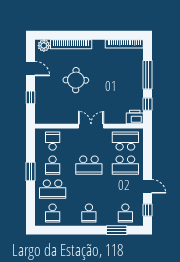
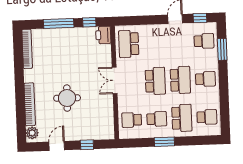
school desk: (125, 165) -> (180, 80), moved

